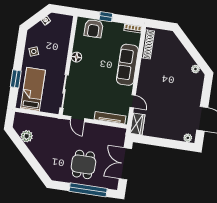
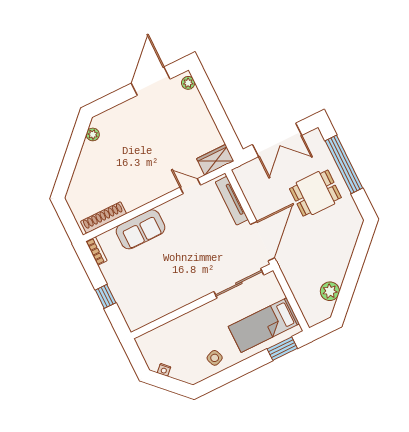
armchair: (94, 29) -> (132, 302), removed
floor lamp: (76, 57) -> (184, 298), removed
sofa: (127, 65) -> (140, 229), width x0.73
window: (16, 79) -> (282, 349), moved
door: (133, 101) -> (190, 186), hinge flipped
door: (78, 119) -> (263, 241), width x1.87

